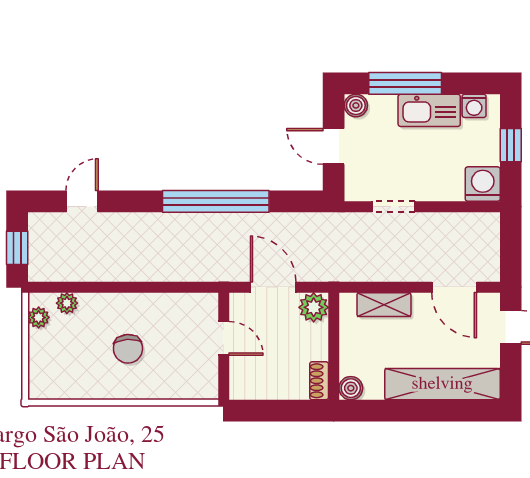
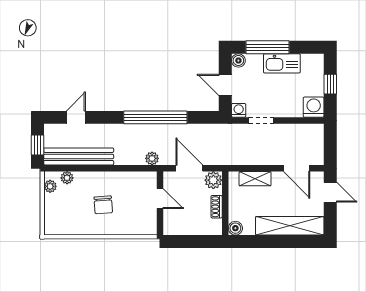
washing machine: (474, 106) -> (239, 110), moved, turned 180
bench: (87, 267) -> (79, 156), added
plant: (210, 271) -> (152, 158), added
shoe rack: (319, 381) -> (217, 207), moved

